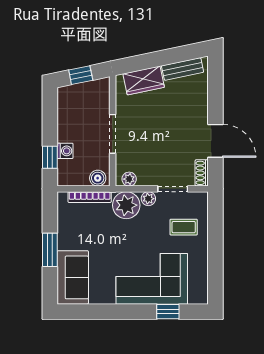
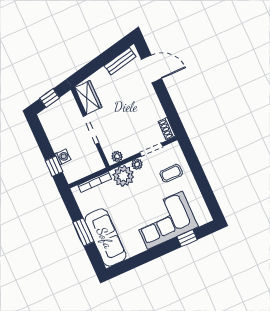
wardrobe: (144, 81) -> (88, 97), moved, turned -78
door: (215, 141) -> (151, 69), moved
boiler: (98, 178) -> (95, 166), removed
sofa: (73, 277) -> (105, 238), width x1.36

